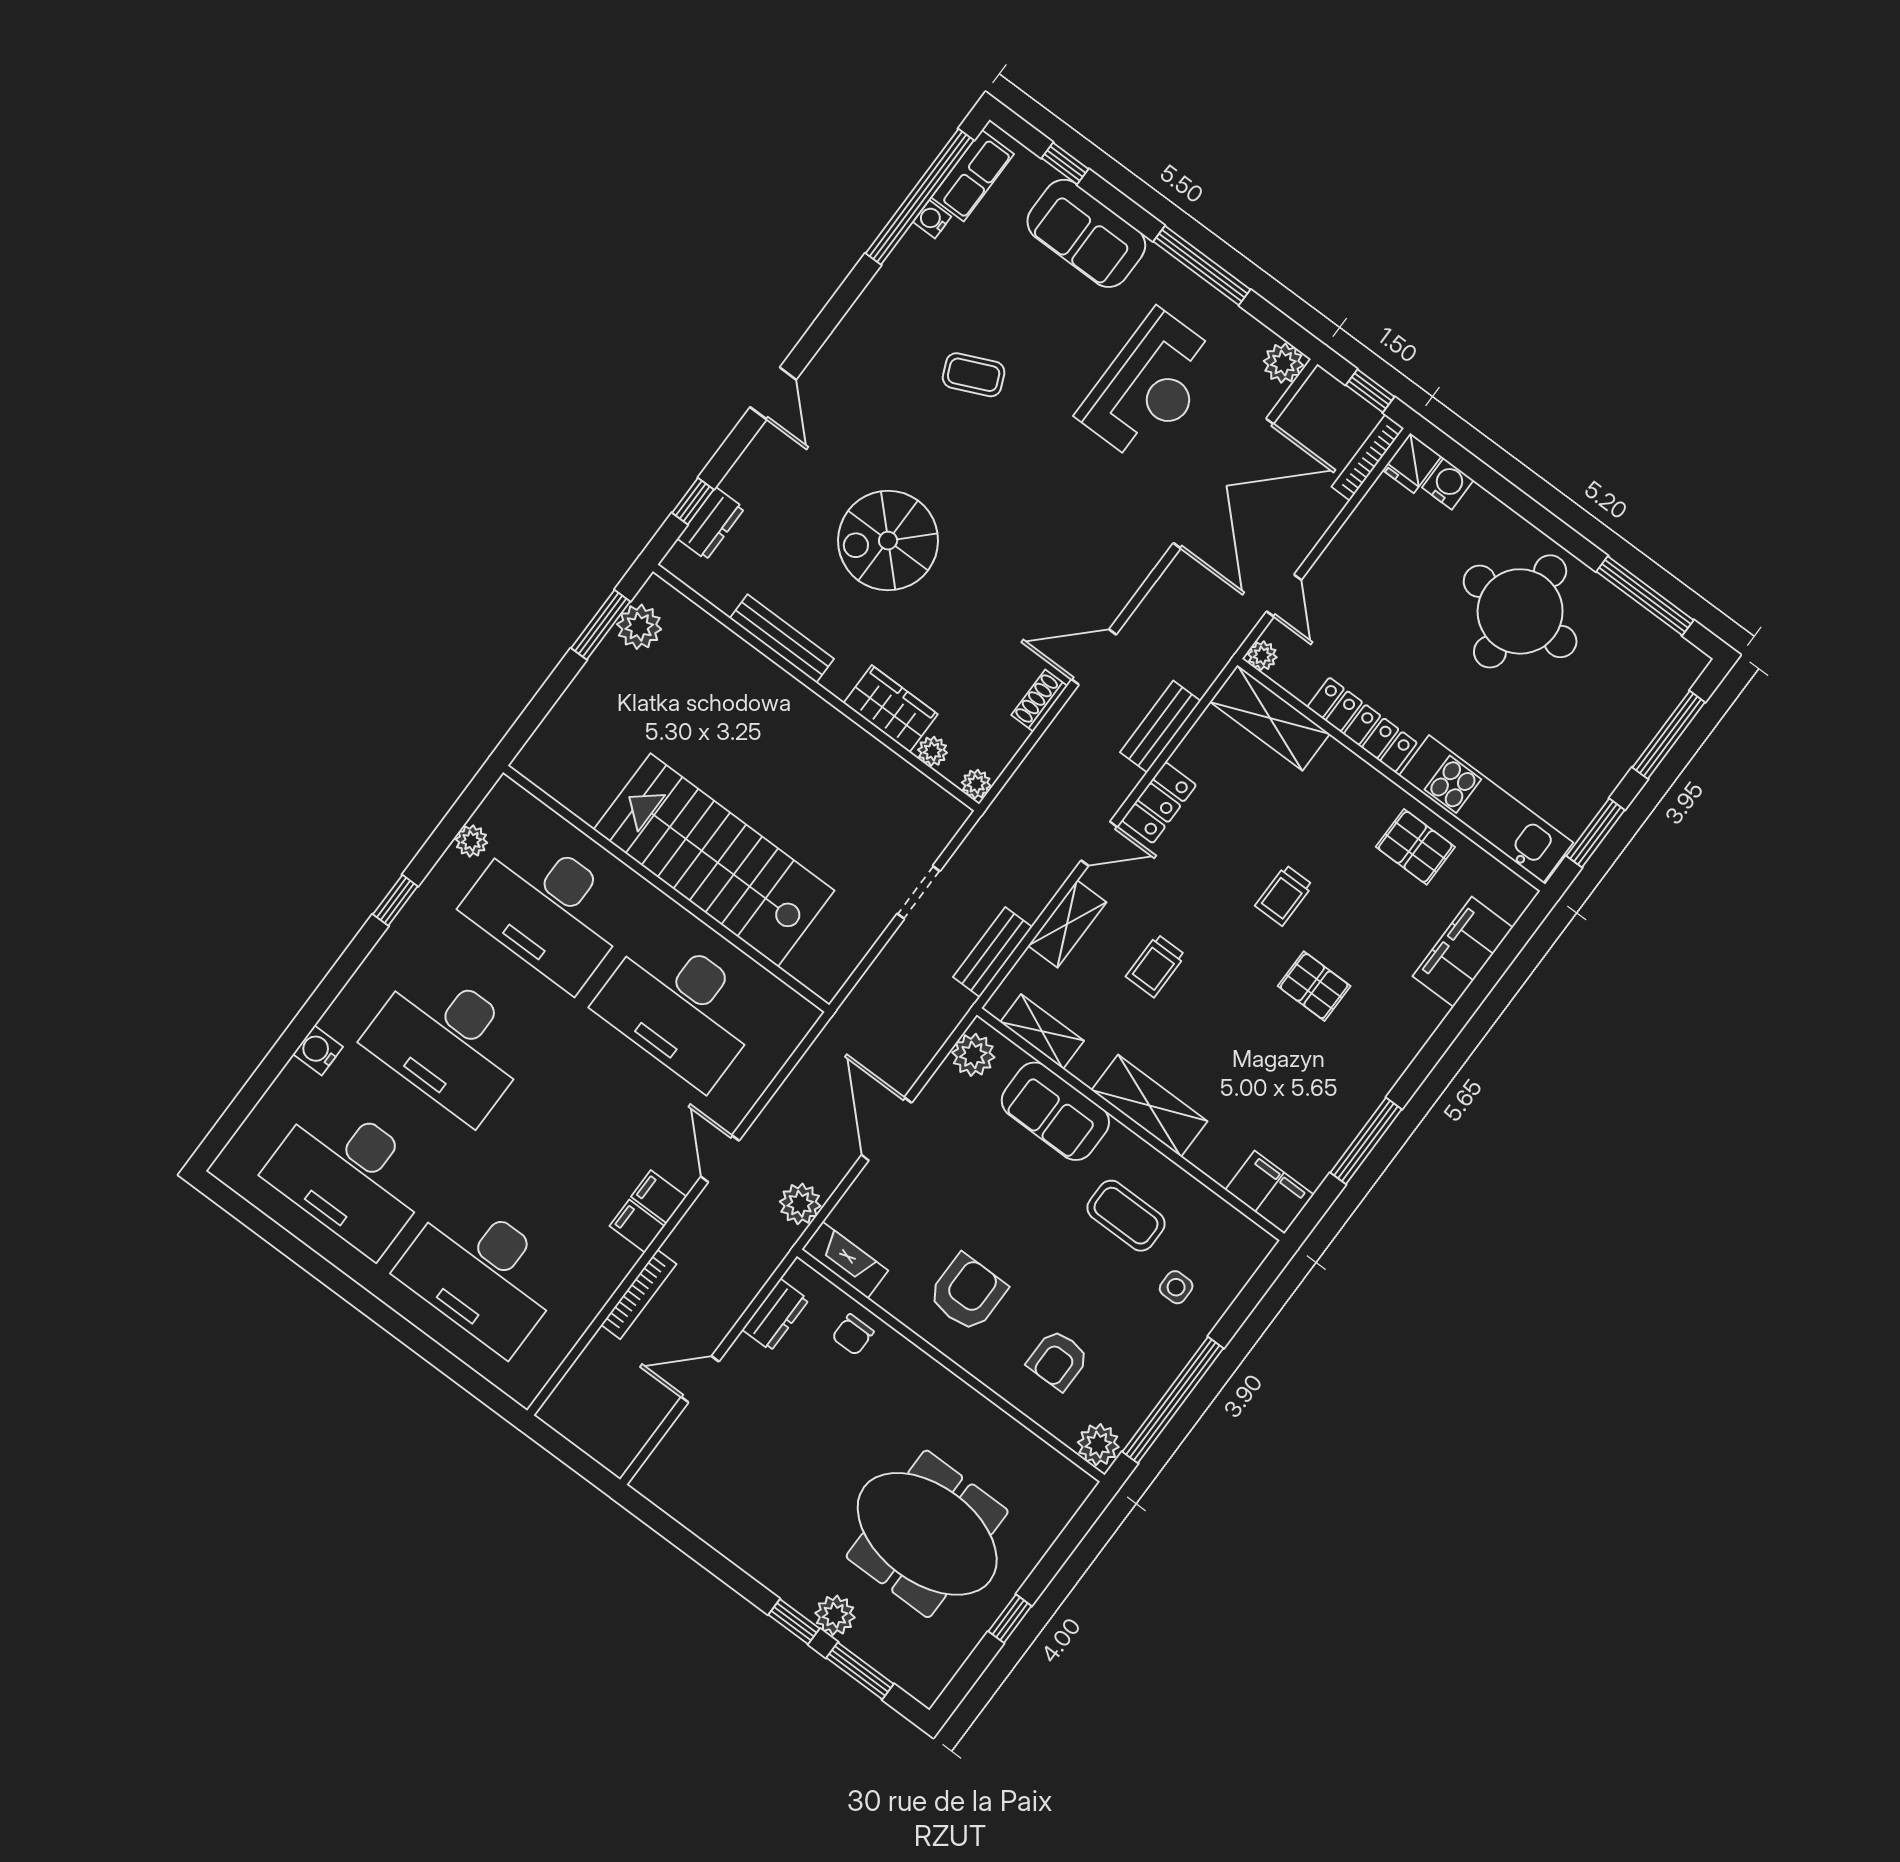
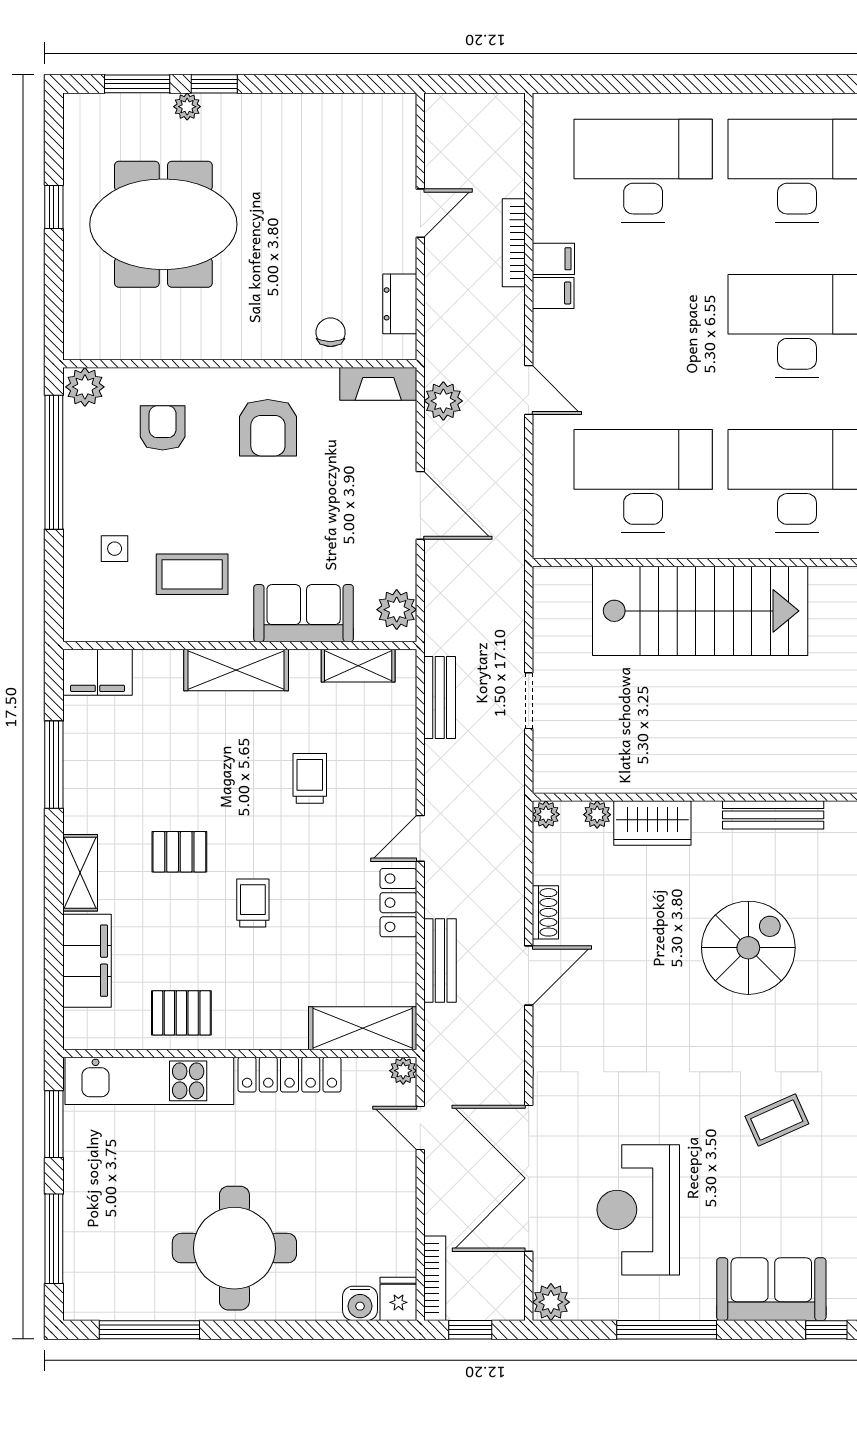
shelving: (1067, 924) -> (80, 873), moved
filing cabinet: (659, 1197) -> (553, 259), moved
plant: (835, 1615) -> (187, 107), width x0.73, depth x0.73

